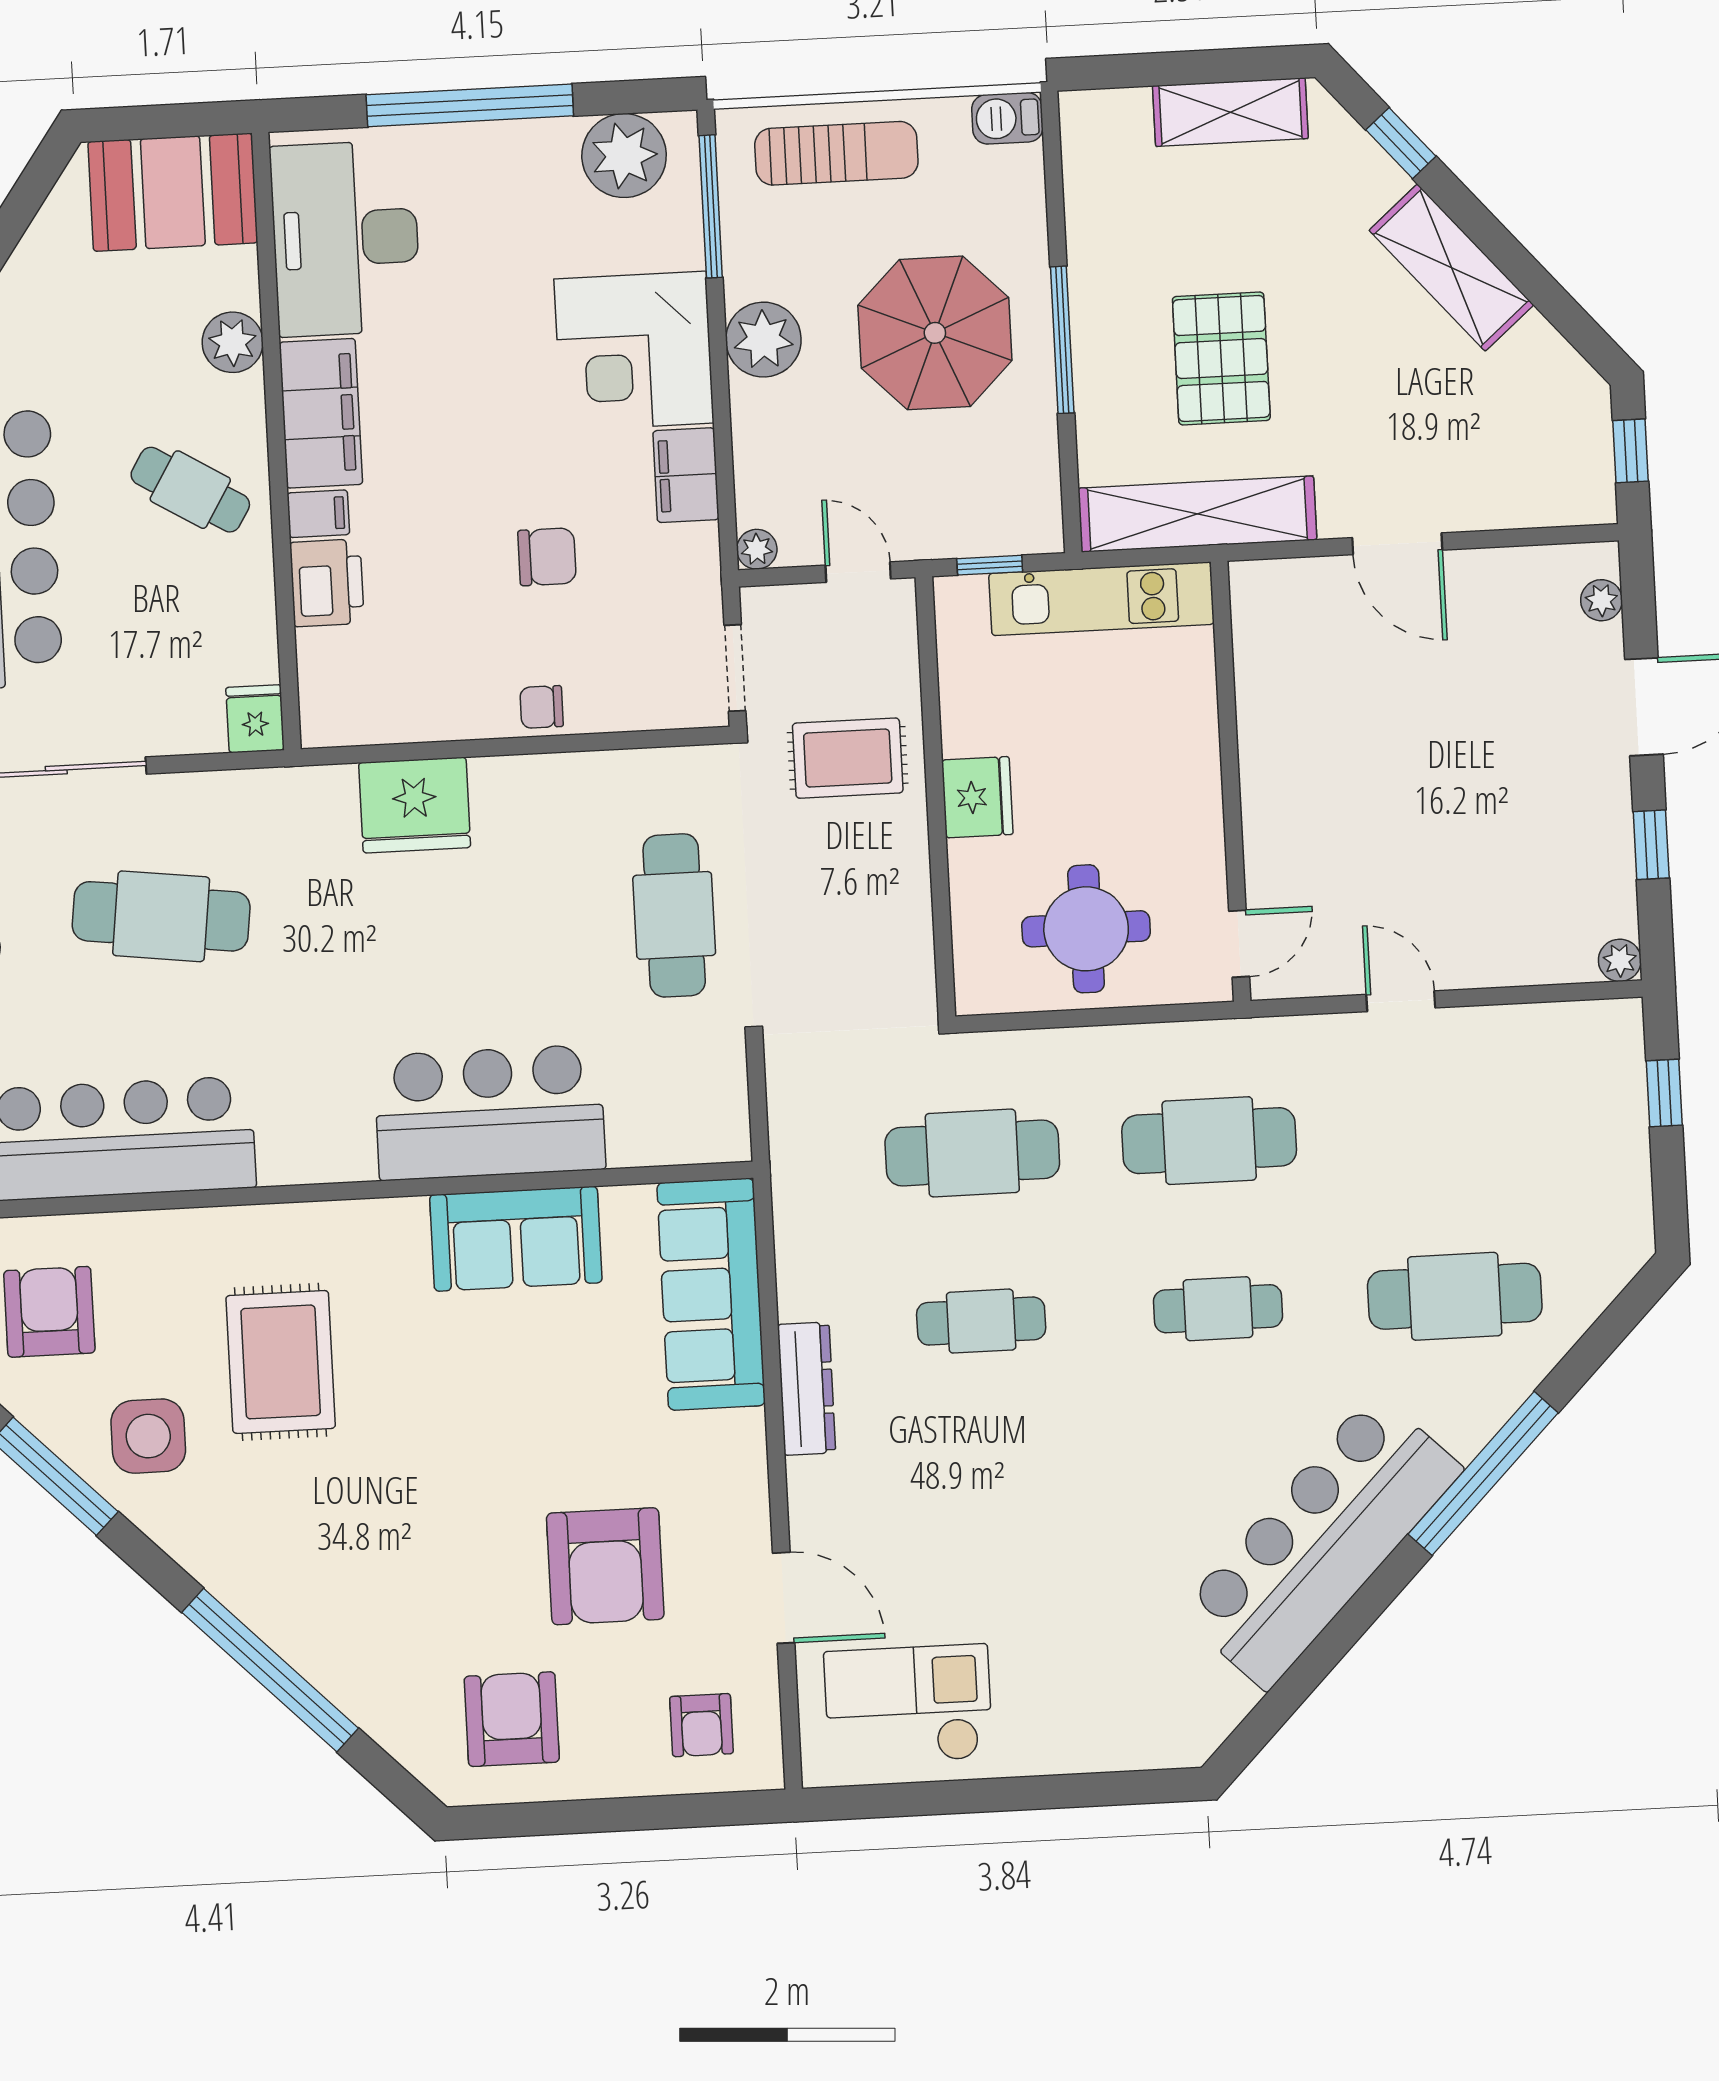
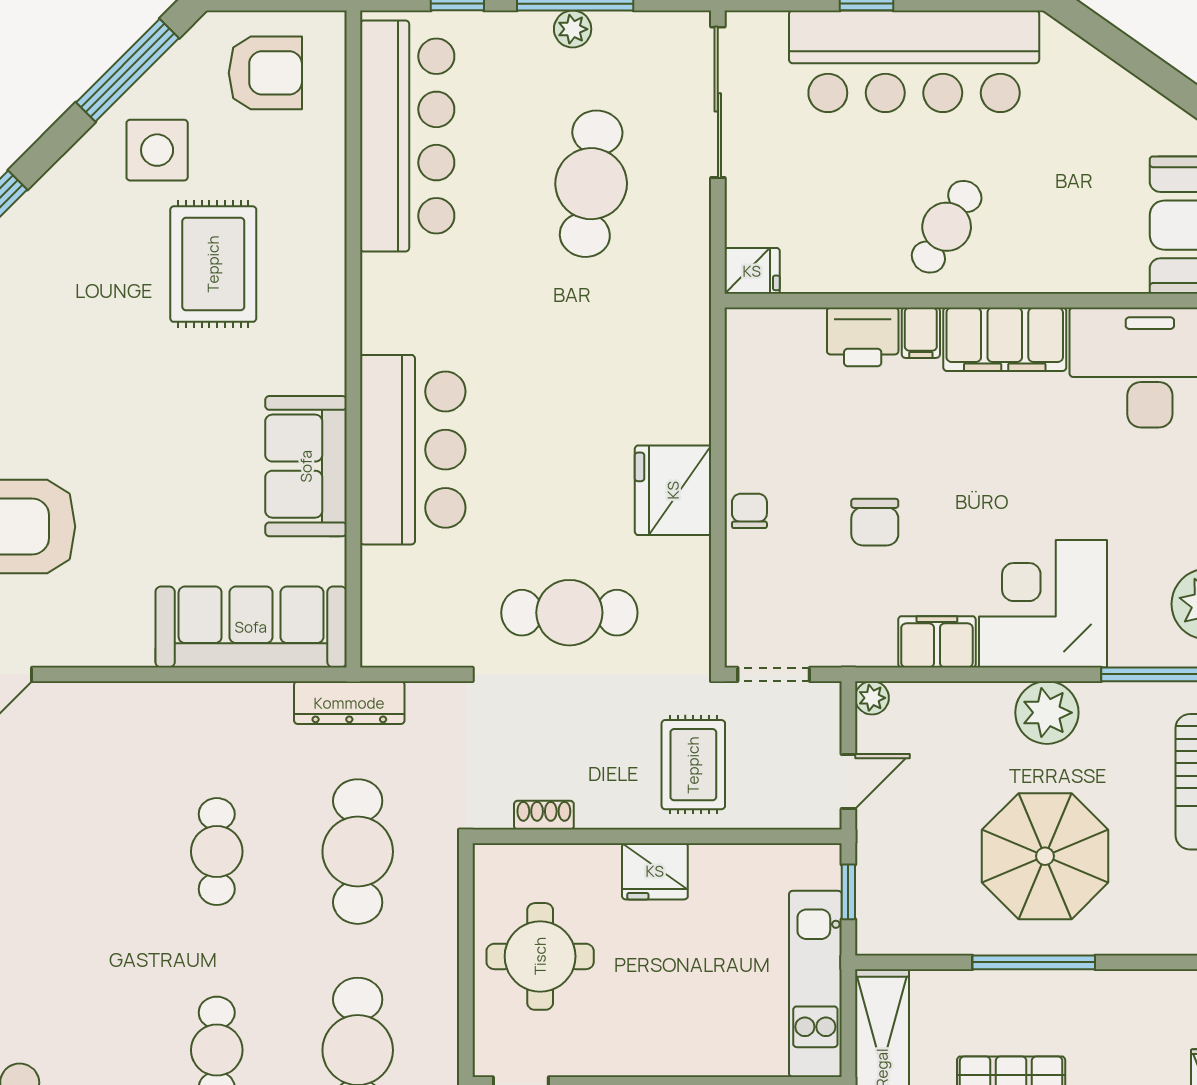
plant: (233, 342) -> (1068, 269), removed
fridge: (415, 805) -> (673, 490), moved
shoe rack: (917, 933) -> (544, 815), added
rug: (281, 1362) -> (213, 264), turned 90
dresser: (806, 1389) -> (349, 703), moved

